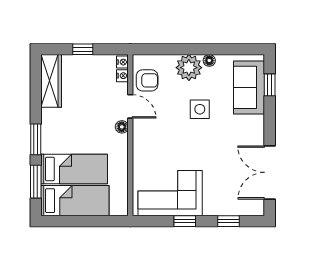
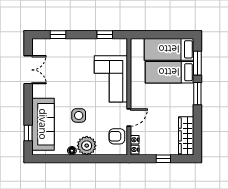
sofa: (249, 87) -> (43, 124), width x1.36
door: (130, 106) -> (129, 118), swing flipped
floor lamp: (122, 127) -> (135, 103), removed
double door: (270, 172) -> (28, 70), width x0.73
corner sofa: (170, 193) -> (111, 79), moved, turned 90
window: (185, 221) -> (105, 35), moved

